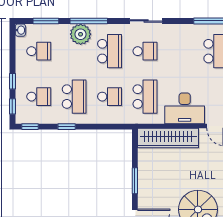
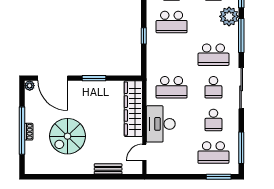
sliding door: (146, 21) -> (241, 88), width x1.37
plant: (81, 34) -> (229, 16), moved
school desk: (110, 97) -> (213, 120), moved
window: (67, 127) -> (144, 36), moved

